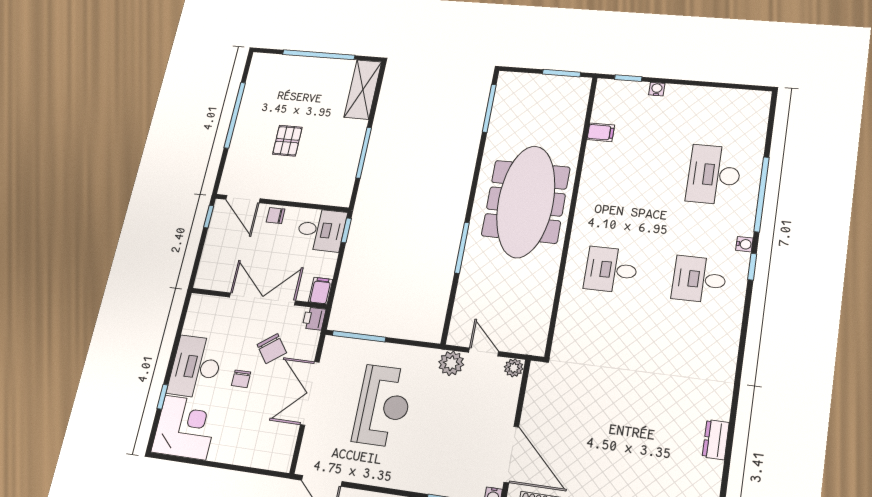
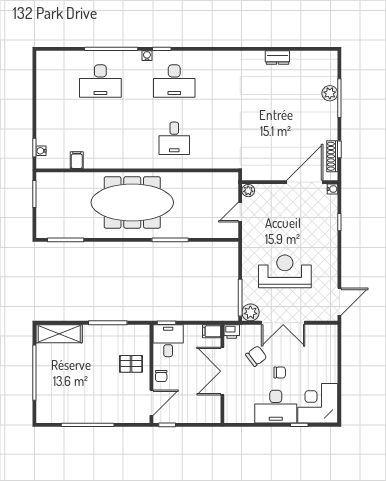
water cooler: (657, 89) -> (41, 151), moved
pallet: (287, 141) -> (131, 364), moved
desk: (699, 279) -> (174, 81), width x1.37
plant: (451, 363) -> (250, 312), moved

